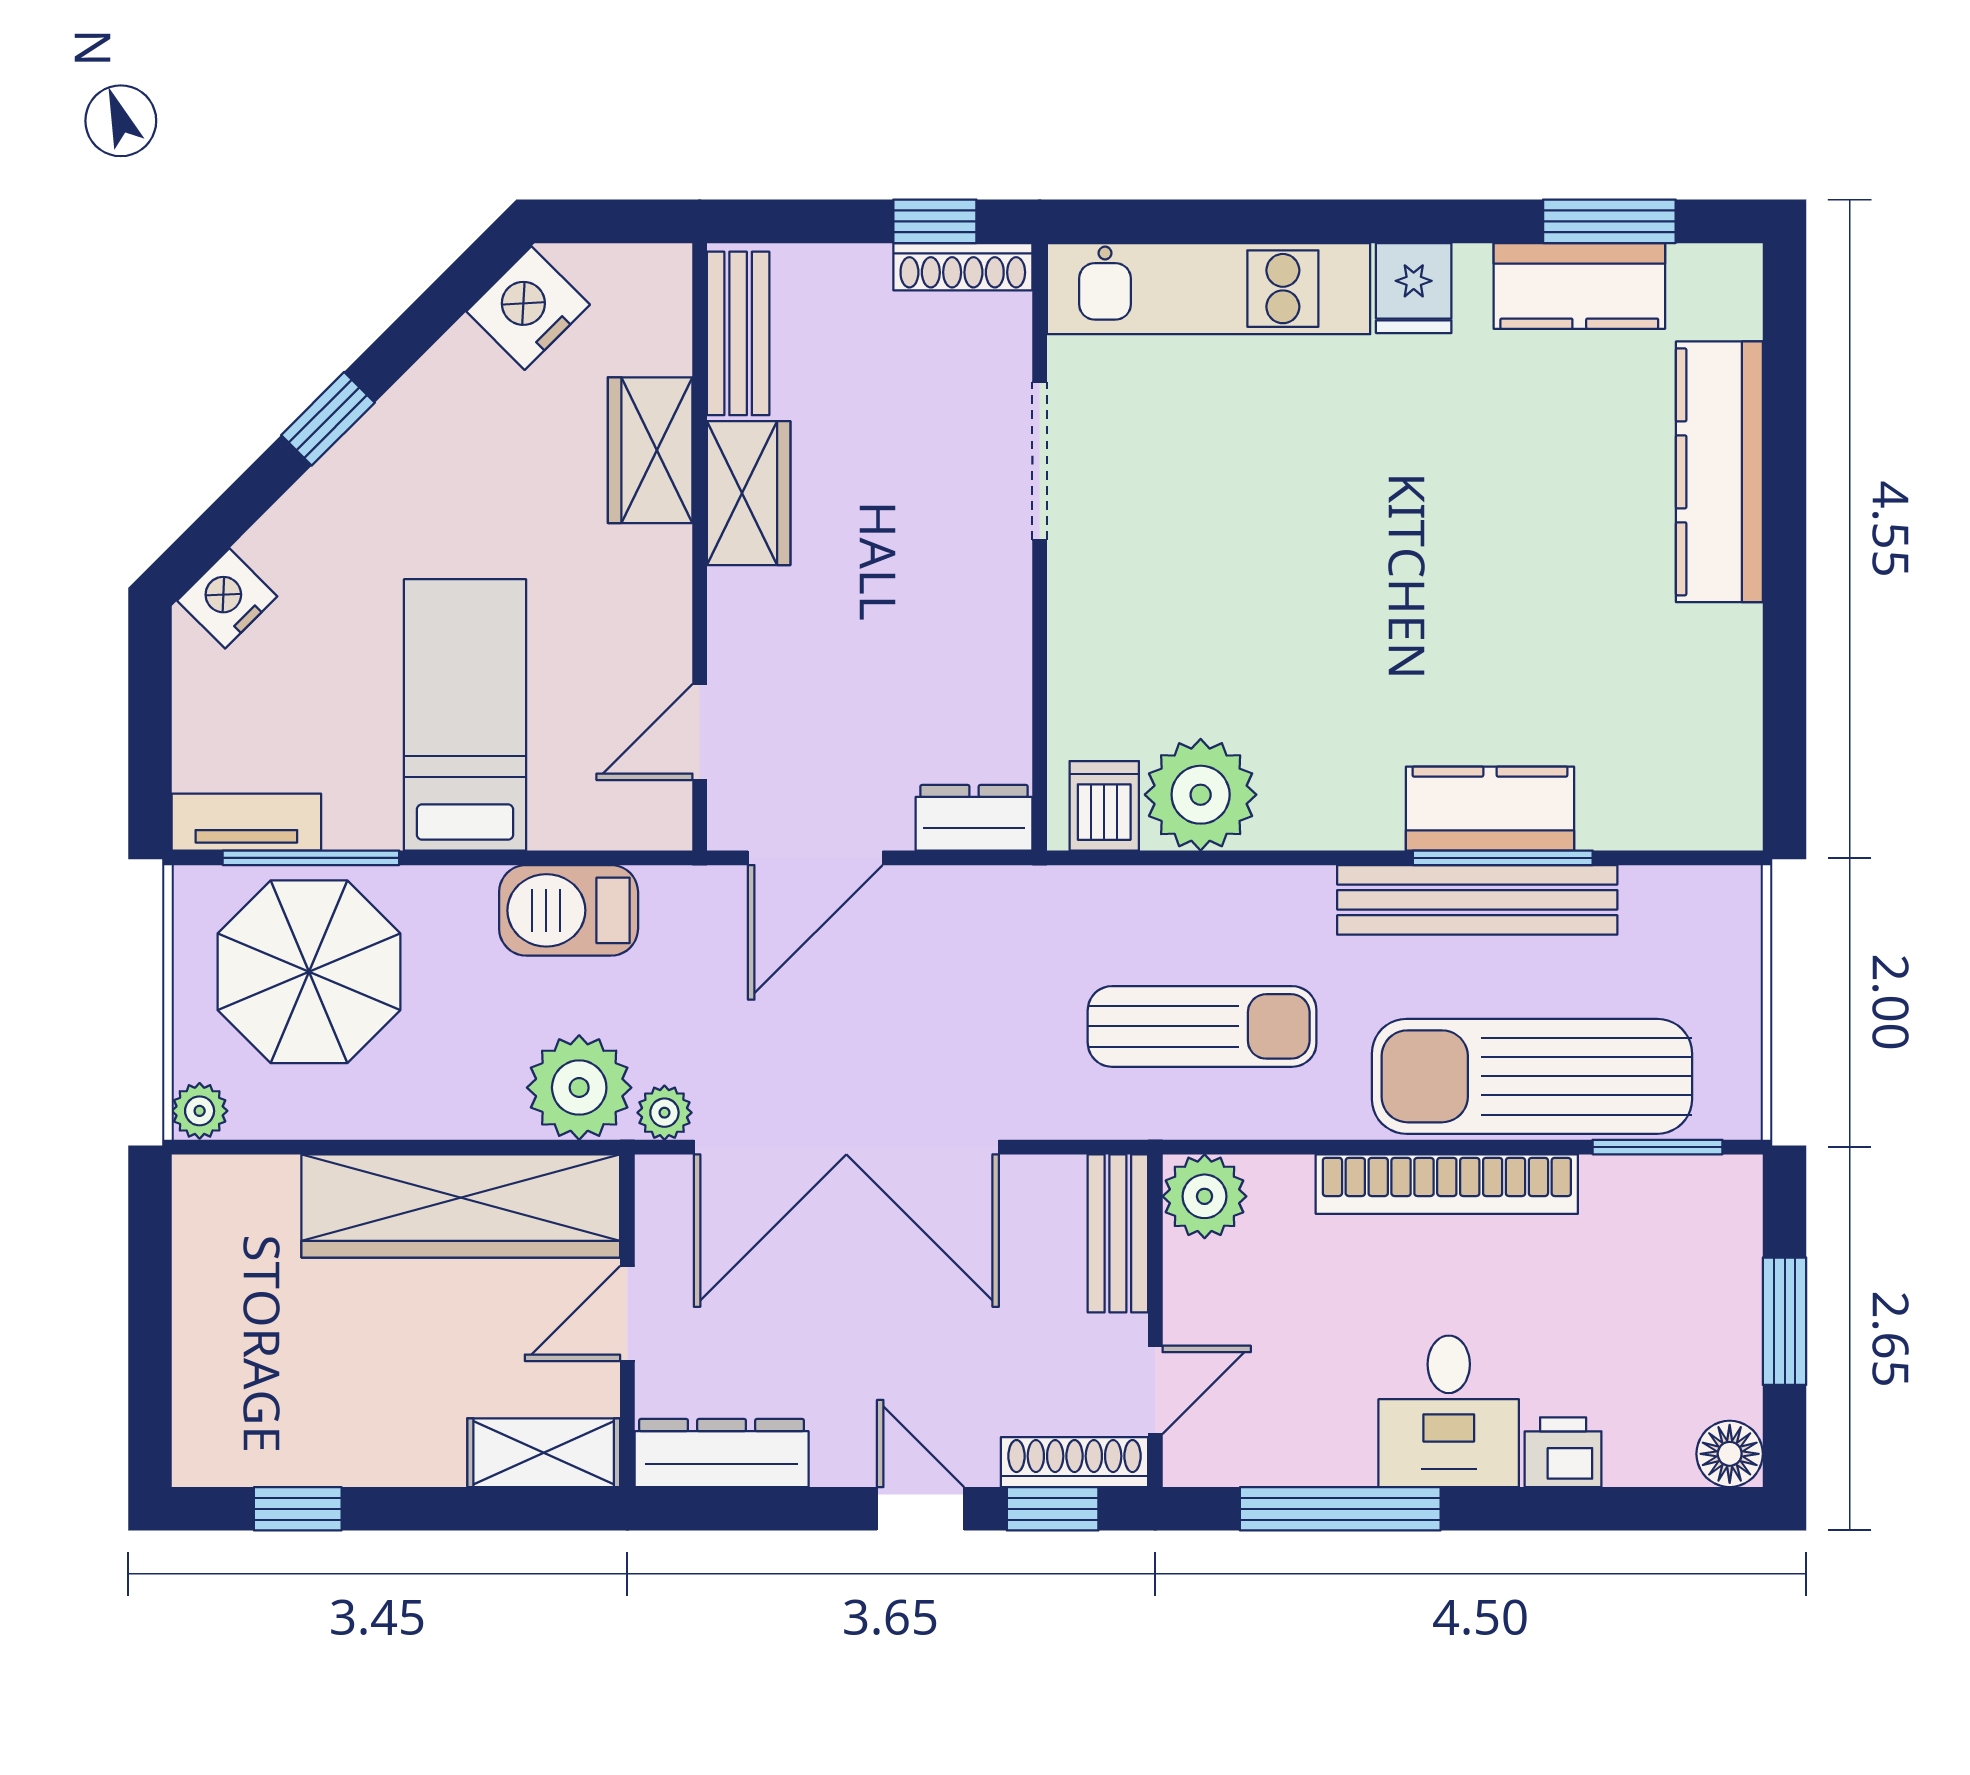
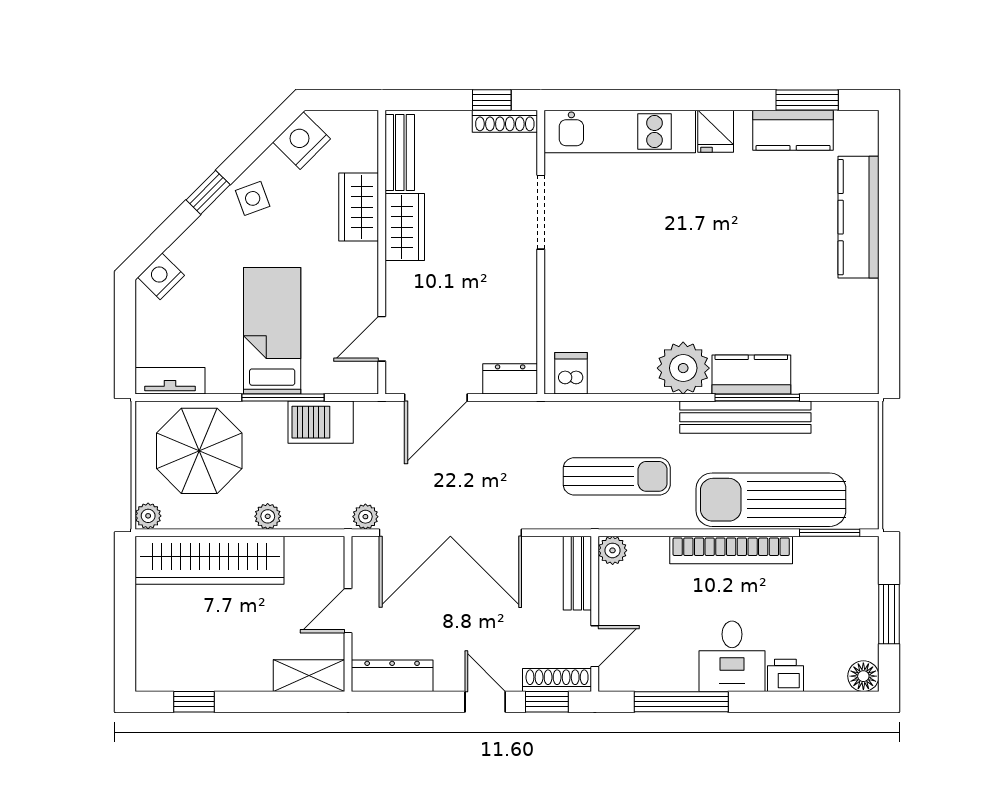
side table: (423, 432) -> (253, 198), added
plant: (1201, 795) -> (683, 368), moved
window: (311, 858) -> (283, 398), moved
plant: (579, 1088) -> (268, 516), moved, width x0.53, depth x0.53
plant: (1205, 1196) -> (613, 550), width x0.73, depth x0.73
wardrobe: (461, 1206) -> (210, 560), moved

